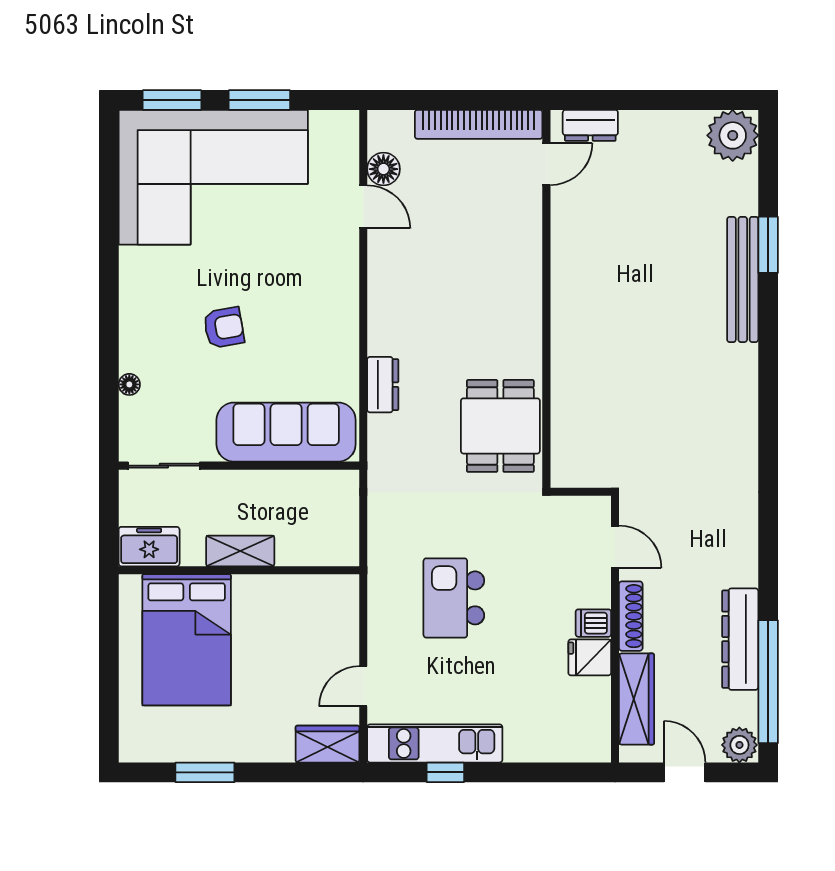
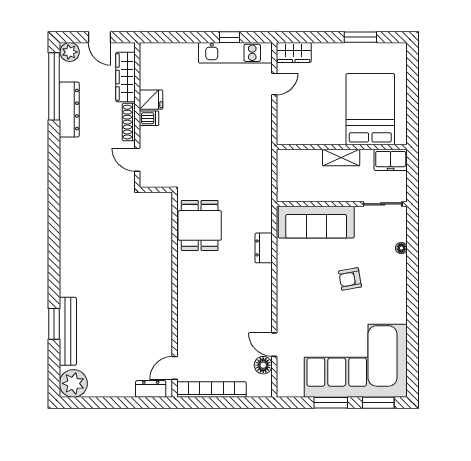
bench: (743, 279) -> (68, 331), moved
kitchen island: (454, 598) -> (225, 132), removed

